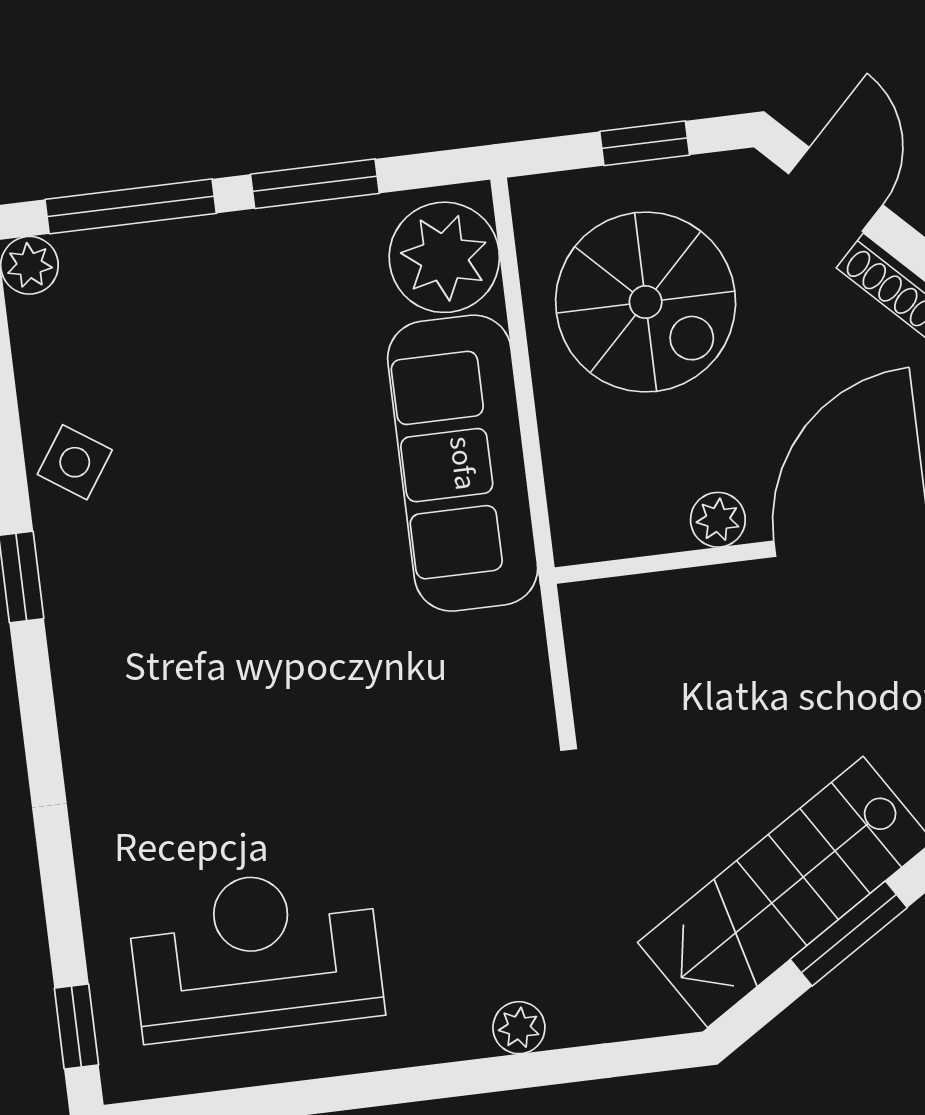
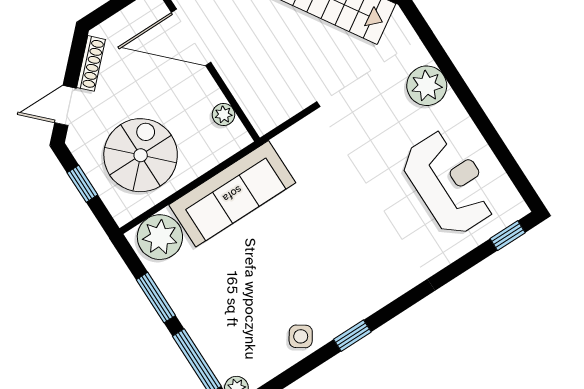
plant: (718, 520) -> (223, 115), moved
reception desk: (255, 954) -> (449, 183), turned 180
plant: (519, 1028) -> (427, 86), width x1.87, depth x1.87

